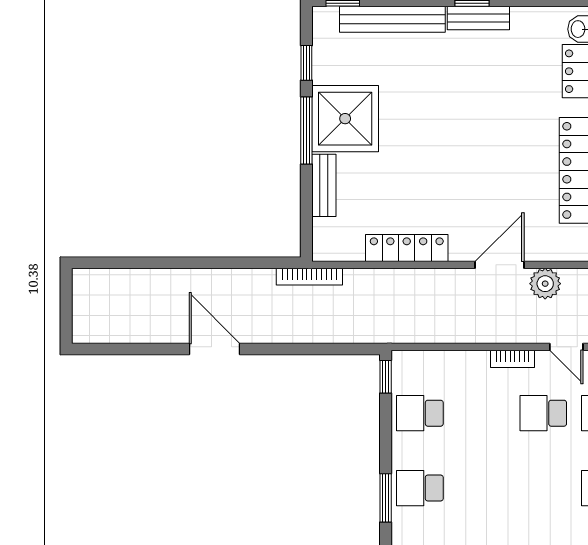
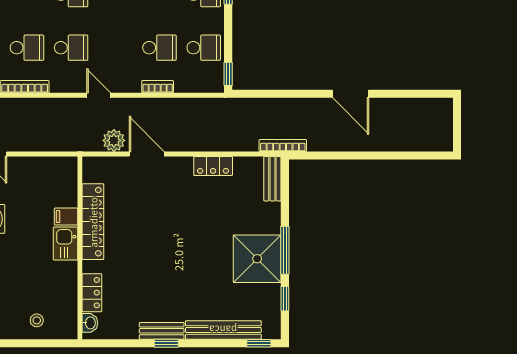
bench: (324, 185) -> (272, 179), moved
locker: (407, 248) -> (213, 166), width x0.66
door: (499, 265) -> (147, 154), swing flipped
bookcase: (513, 359) -> (158, 87), moved
school desk: (543, 413) -> (159, 48), moved

